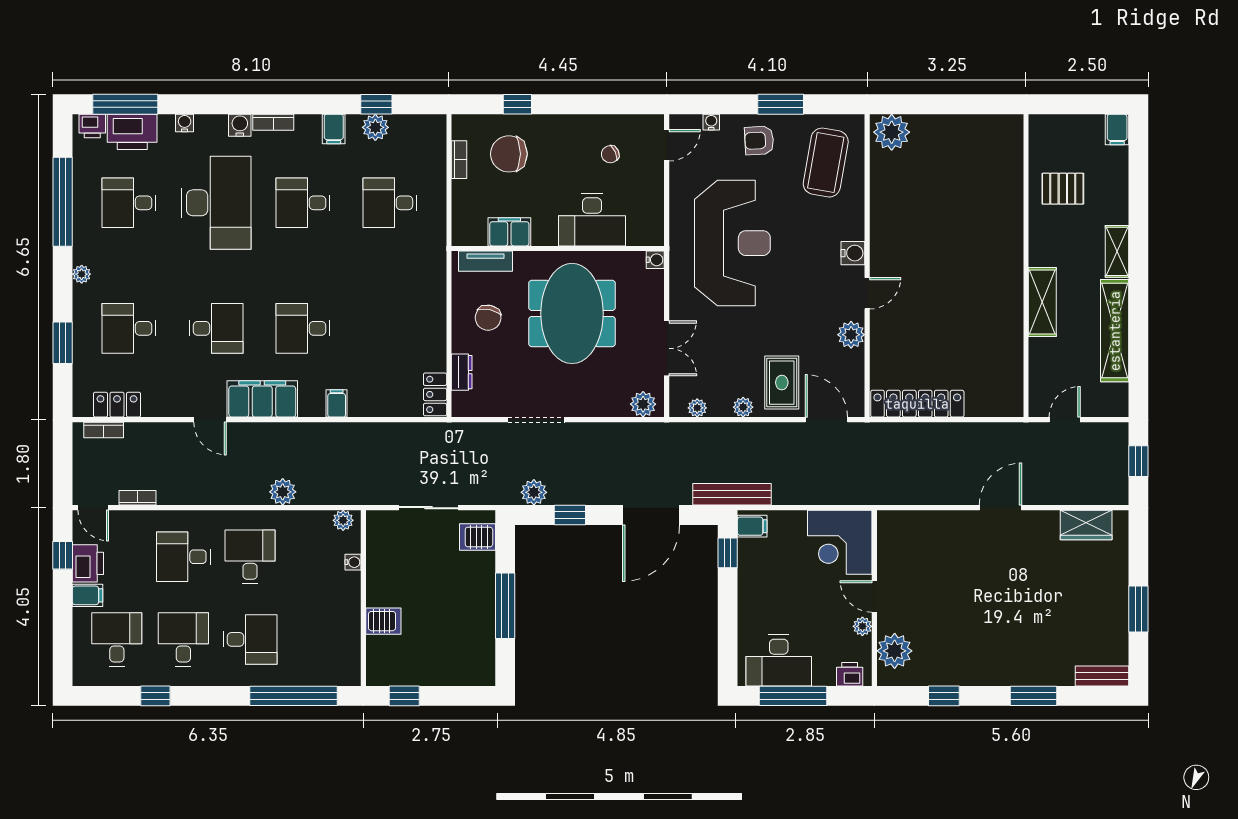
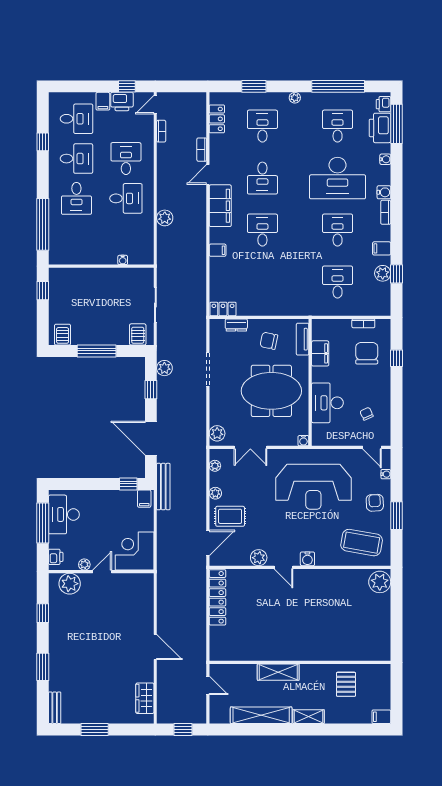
bookcase: (104, 430) -> (202, 150), moved
plant: (343, 520) -> (148, 254), removed
server rack: (383, 621) -> (63, 335), moved, turned 180

